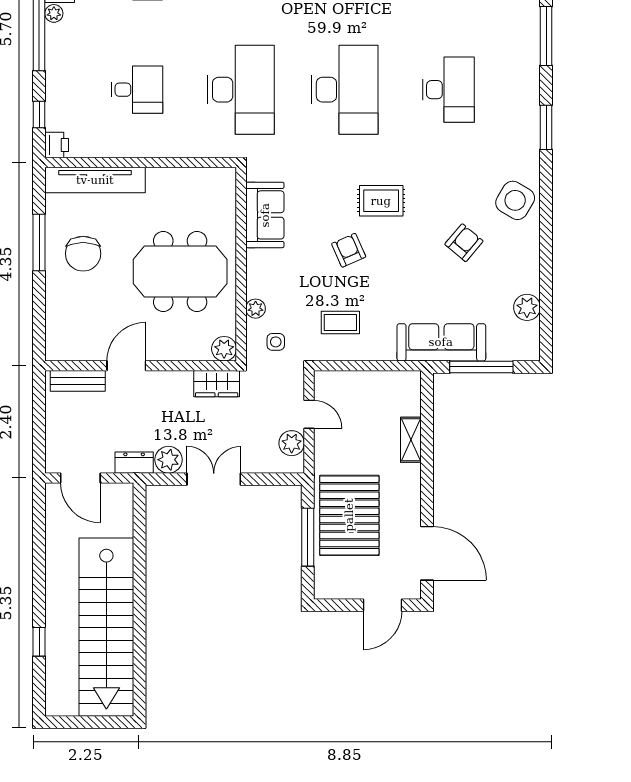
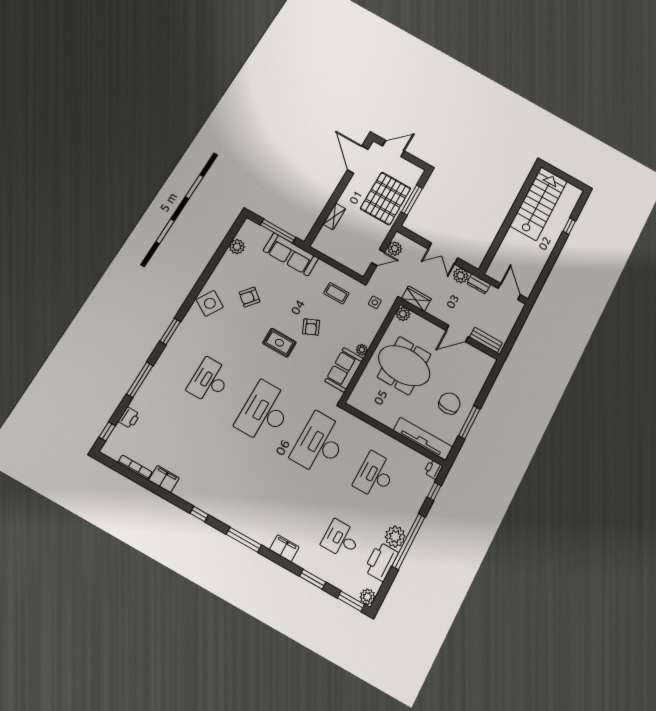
plant: (54, 13) -> (395, 537), width x1.88, depth x1.88
desk: (137, 90) -> (375, 475), width x1.37
plant: (256, 309) -> (362, 350), moved
door: (309, 414) -> (378, 258), swing flipped
stairs: (106, 627) -> (539, 203), width x0.73

